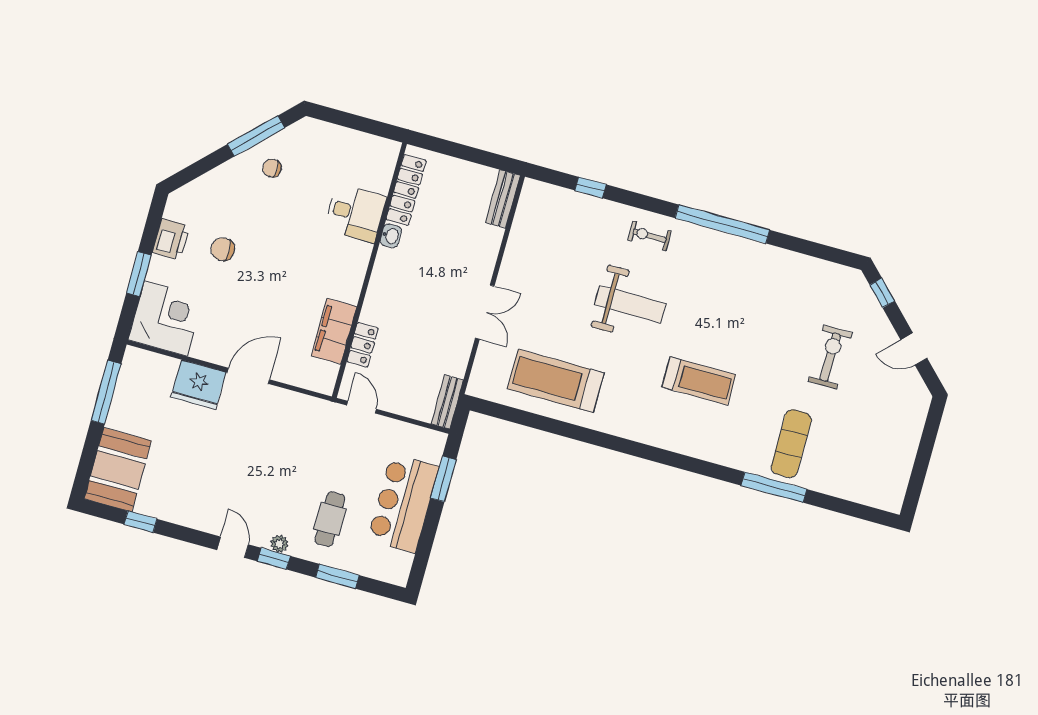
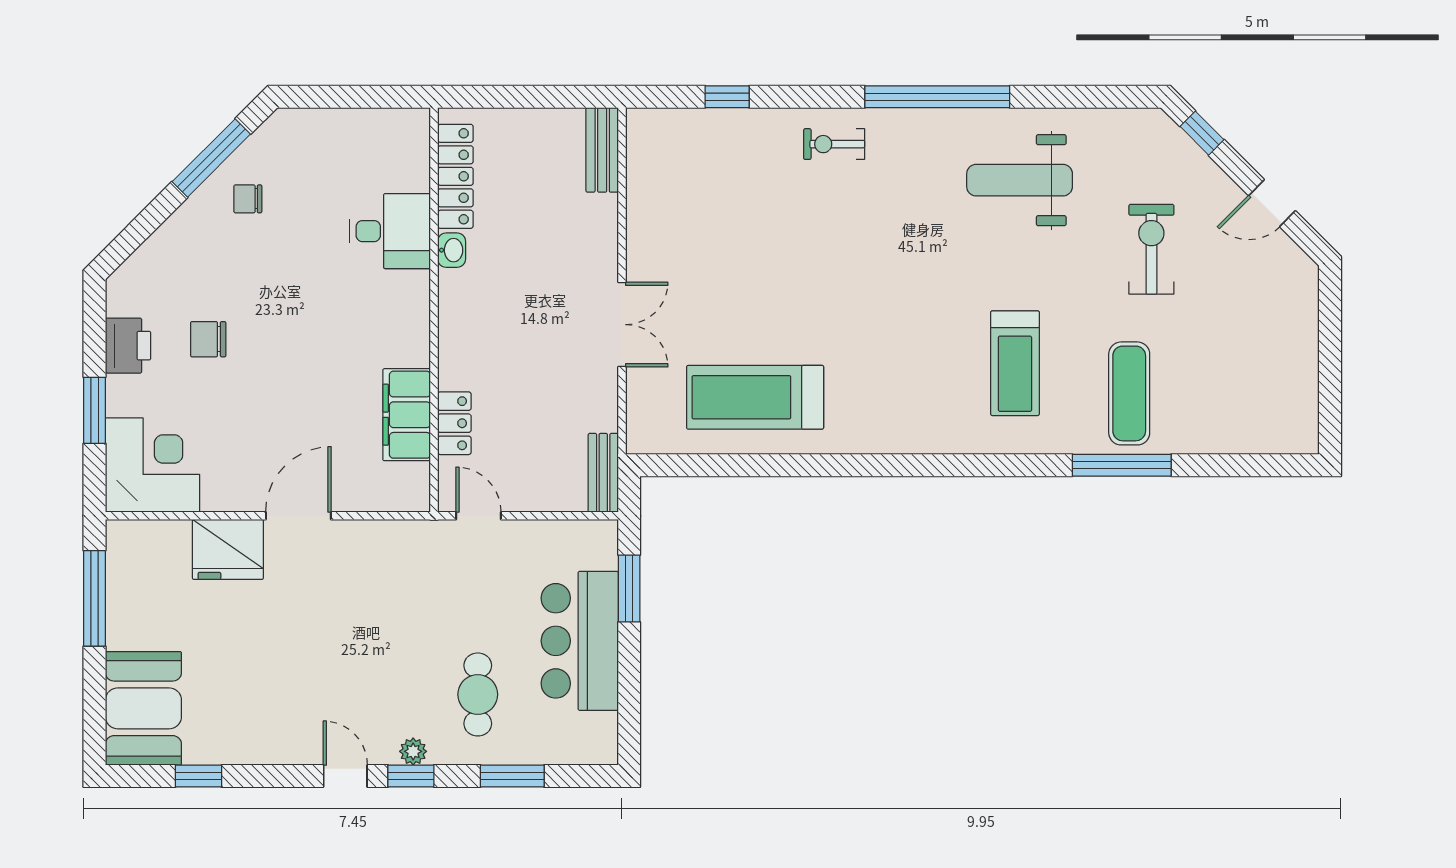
weight bench: (630, 304) -> (1020, 180), moved, turned 180
treadmill: (699, 381) -> (1015, 363), moved, turned 90

